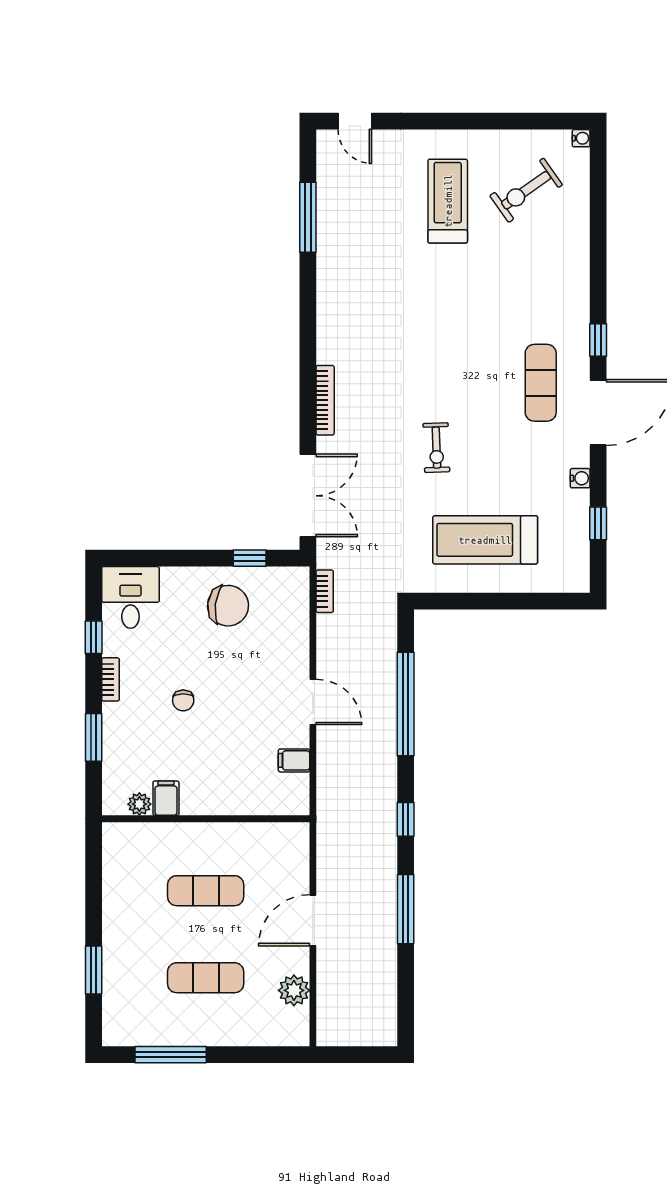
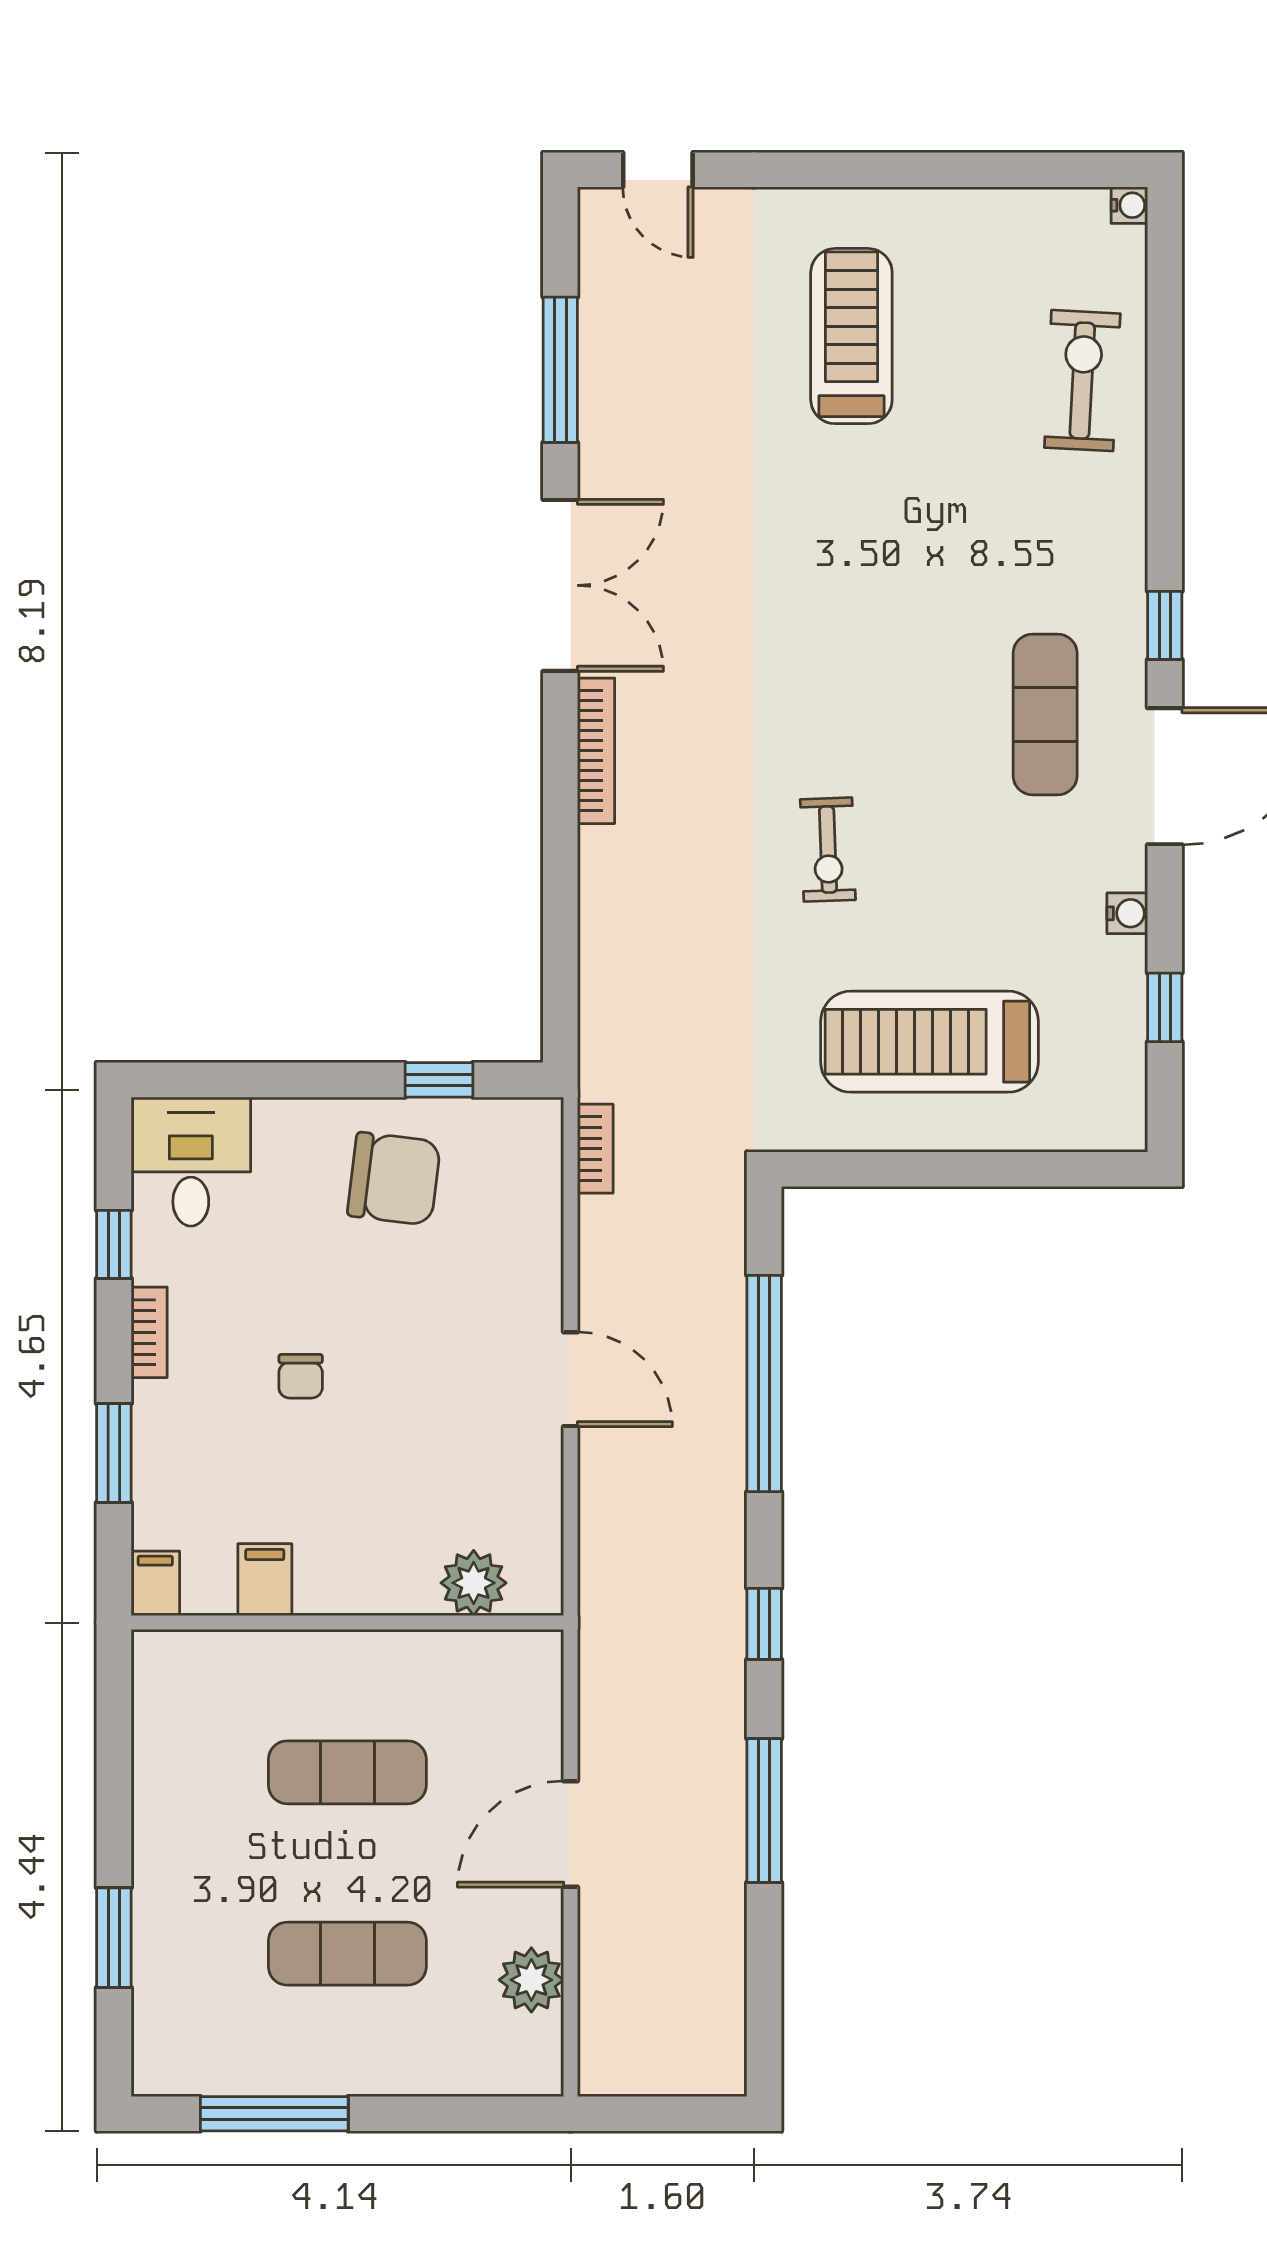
exercise bike: (526, 190) -> (1082, 381), moved, turned 128
double door: (308, 496) -> (560, 585), moved
filing cabinet: (294, 760) -> (155, 1583), moved, turned 90
plant: (139, 804) -> (474, 1583), moved, width x1.38, depth x1.38

